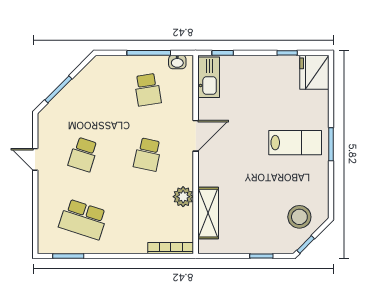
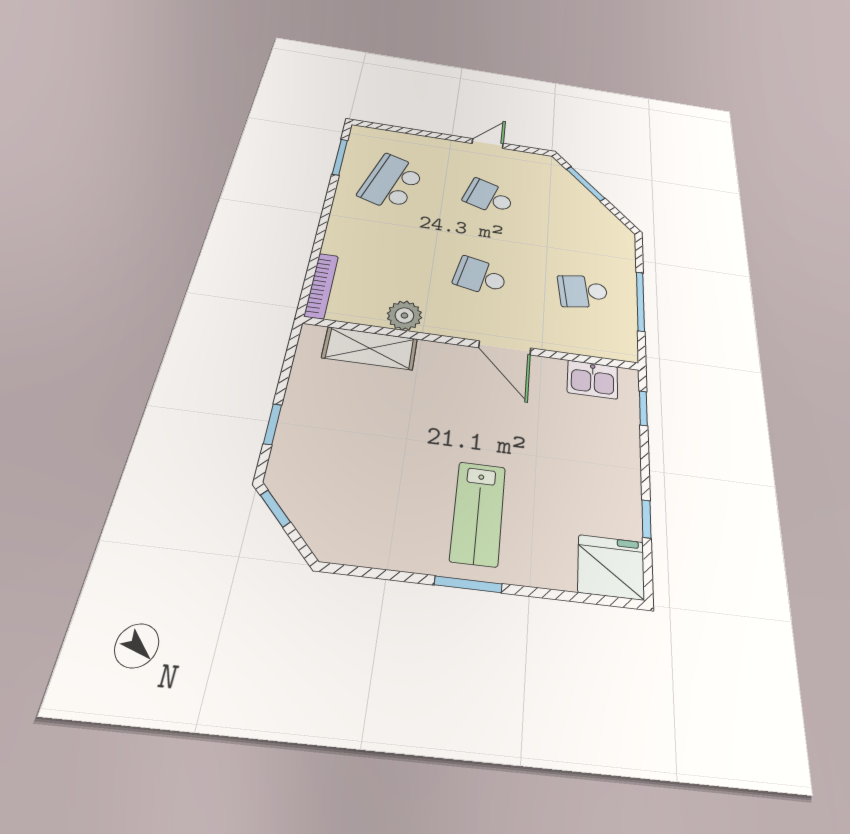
washbasin: (177, 62) -> (627, 338), removed
kitchen sink: (209, 77) -> (593, 380), width x0.73
stool: (299, 217) -> (333, 503), removed

